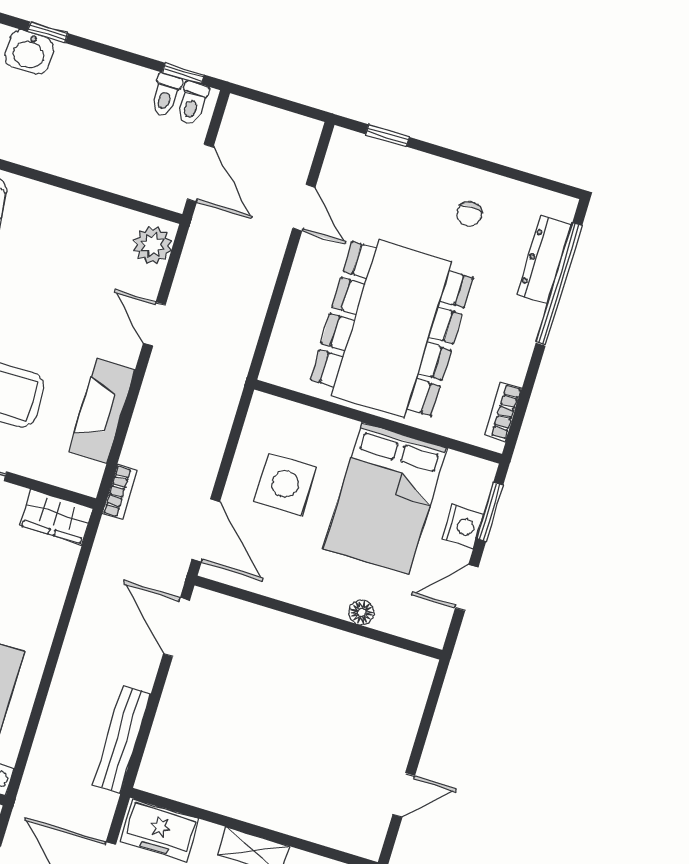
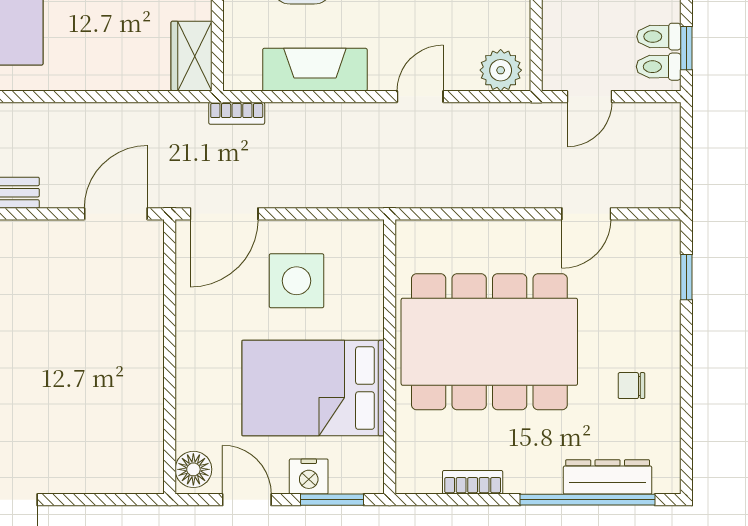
door: (200, 173) -> (589, 97), width x0.73
bookcase: (503, 411) -> (473, 482), moved
floor lamp: (362, 612) -> (193, 469), moved, width x1.37, depth x1.37

